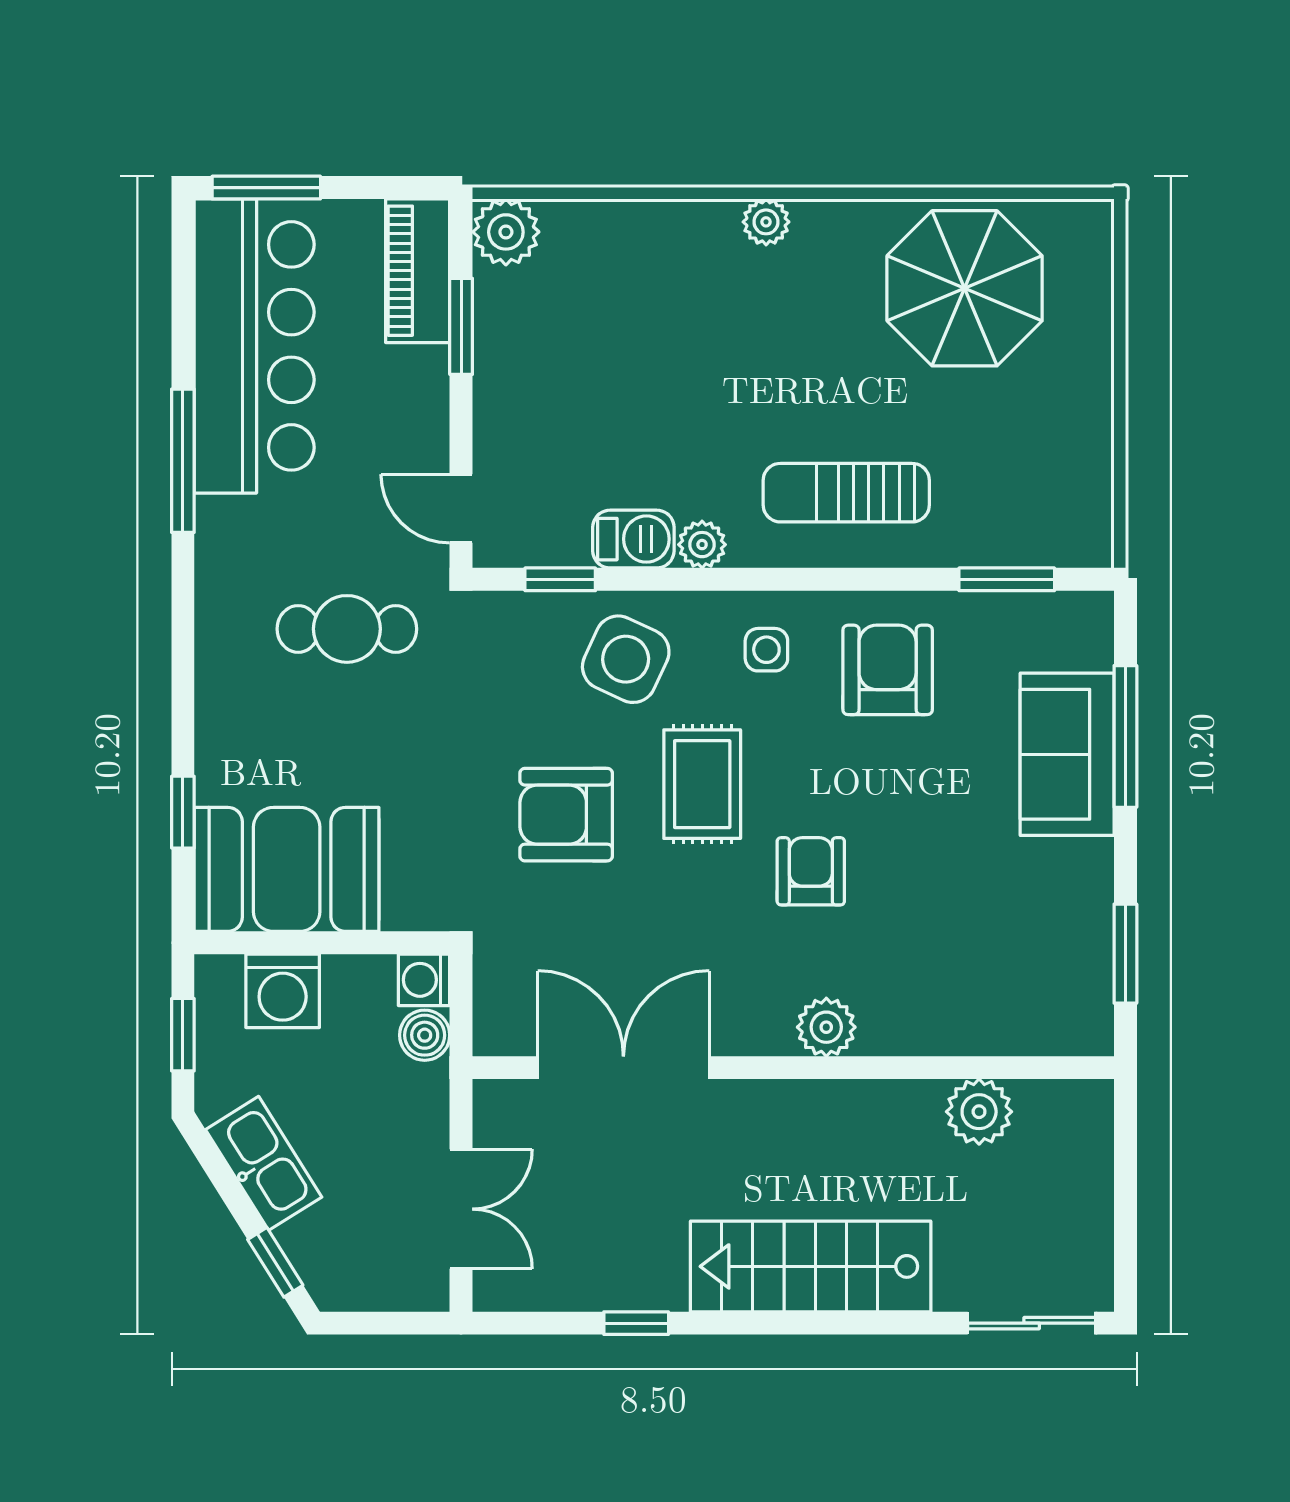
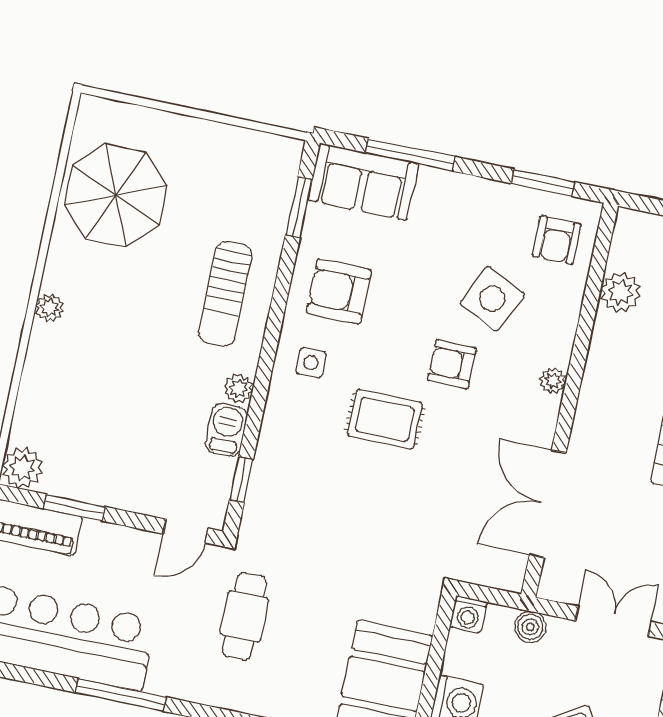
side table: (626, 659) -> (492, 299), moved
sofa: (1067, 754) -> (363, 182), moved
armchair: (566, 815) -> (557, 240), moved, width x0.72, depth x0.72
plant: (826, 1027) -> (553, 381), width x0.73, depth x0.73
boiler: (425, 1035) -> (530, 627), moved

